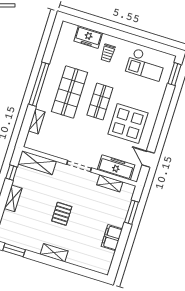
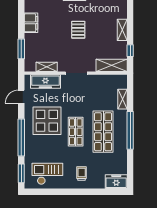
freezer: (88, 37) -> (116, 182), moved
window: (162, 114) -> (21, 138), added
door: (148, 159) -> (21, 97), swing flipped

